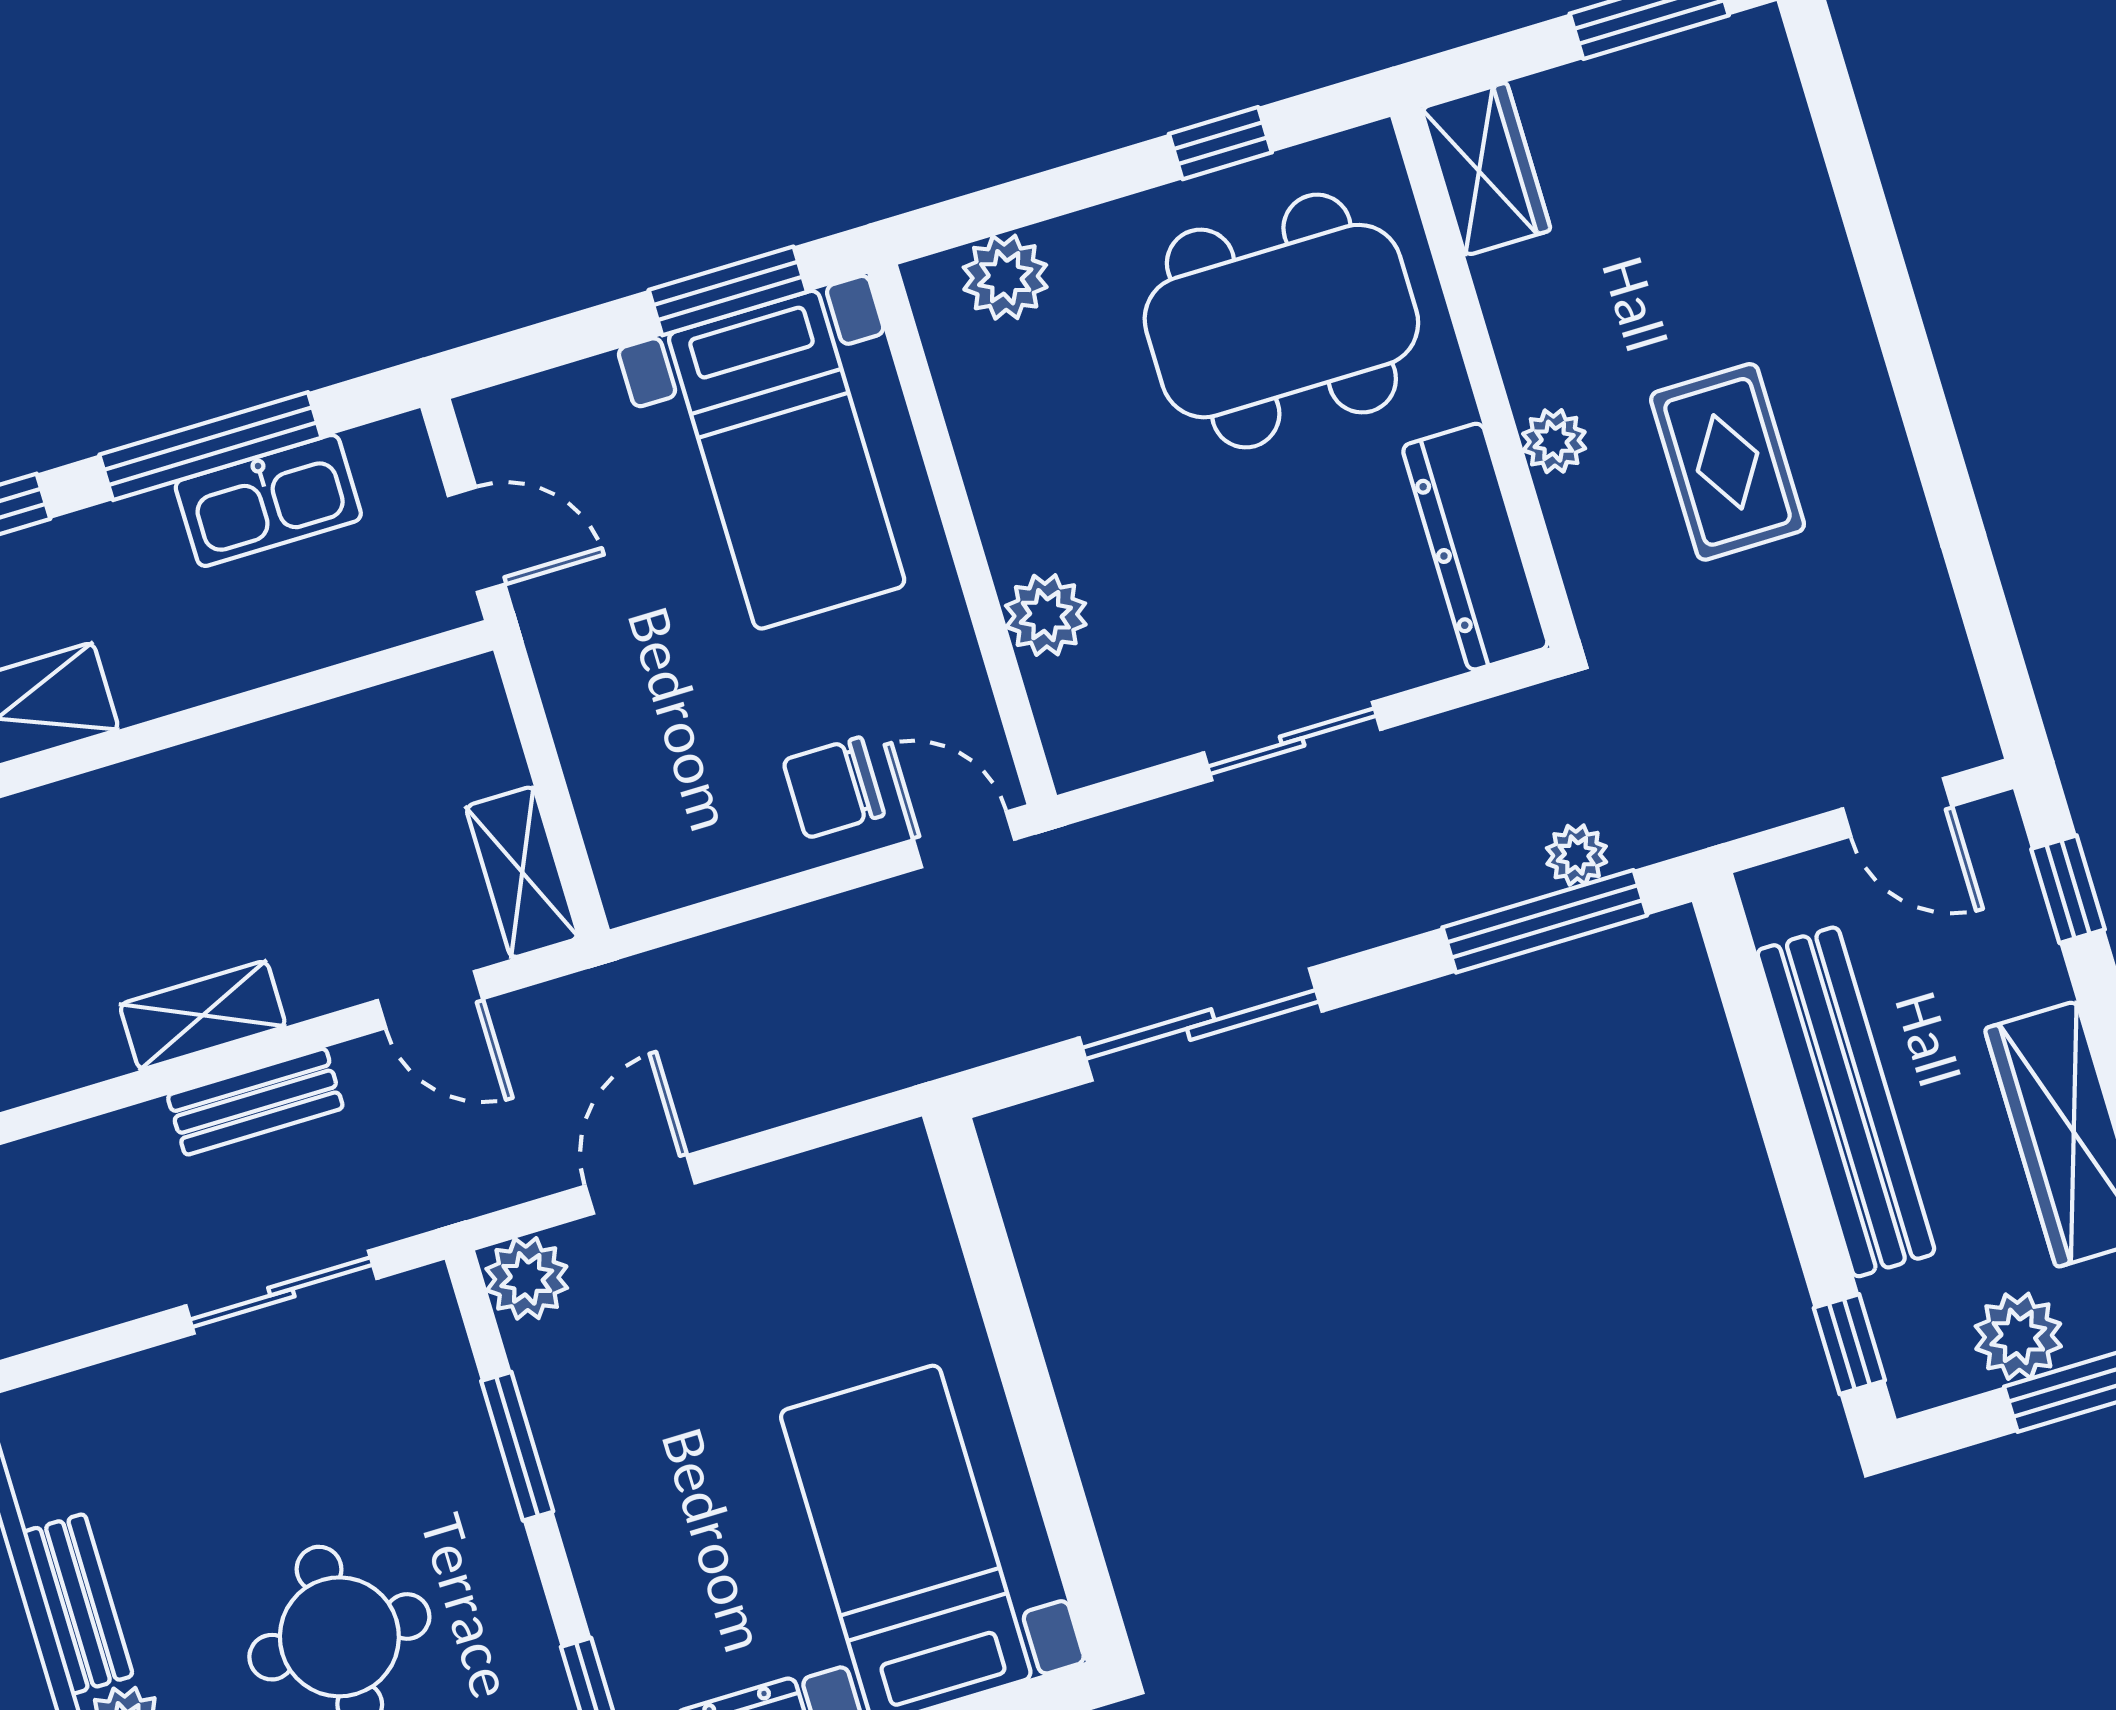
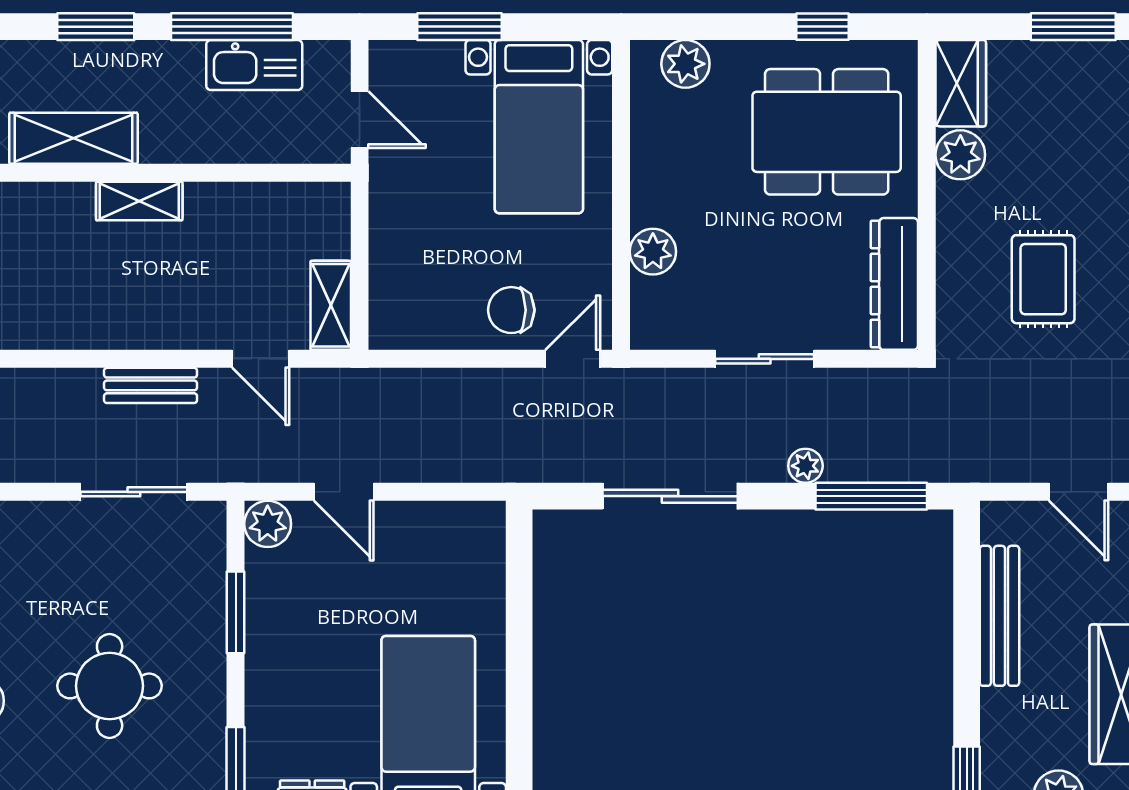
window: (728, 291) -> (459, 27), moved
plant: (1554, 441) -> (960, 155), moved, width x1.38, depth x1.38
door: (964, 840) -> (573, 359), hinge flipped
plant: (1577, 855) -> (805, 466), moved
shelving: (203, 1015) -> (139, 201), moved
bench: (1846, 1102) -> (999, 616), width x0.73, depth x0.82
door: (640, 1184) -> (344, 492), swing flipped

